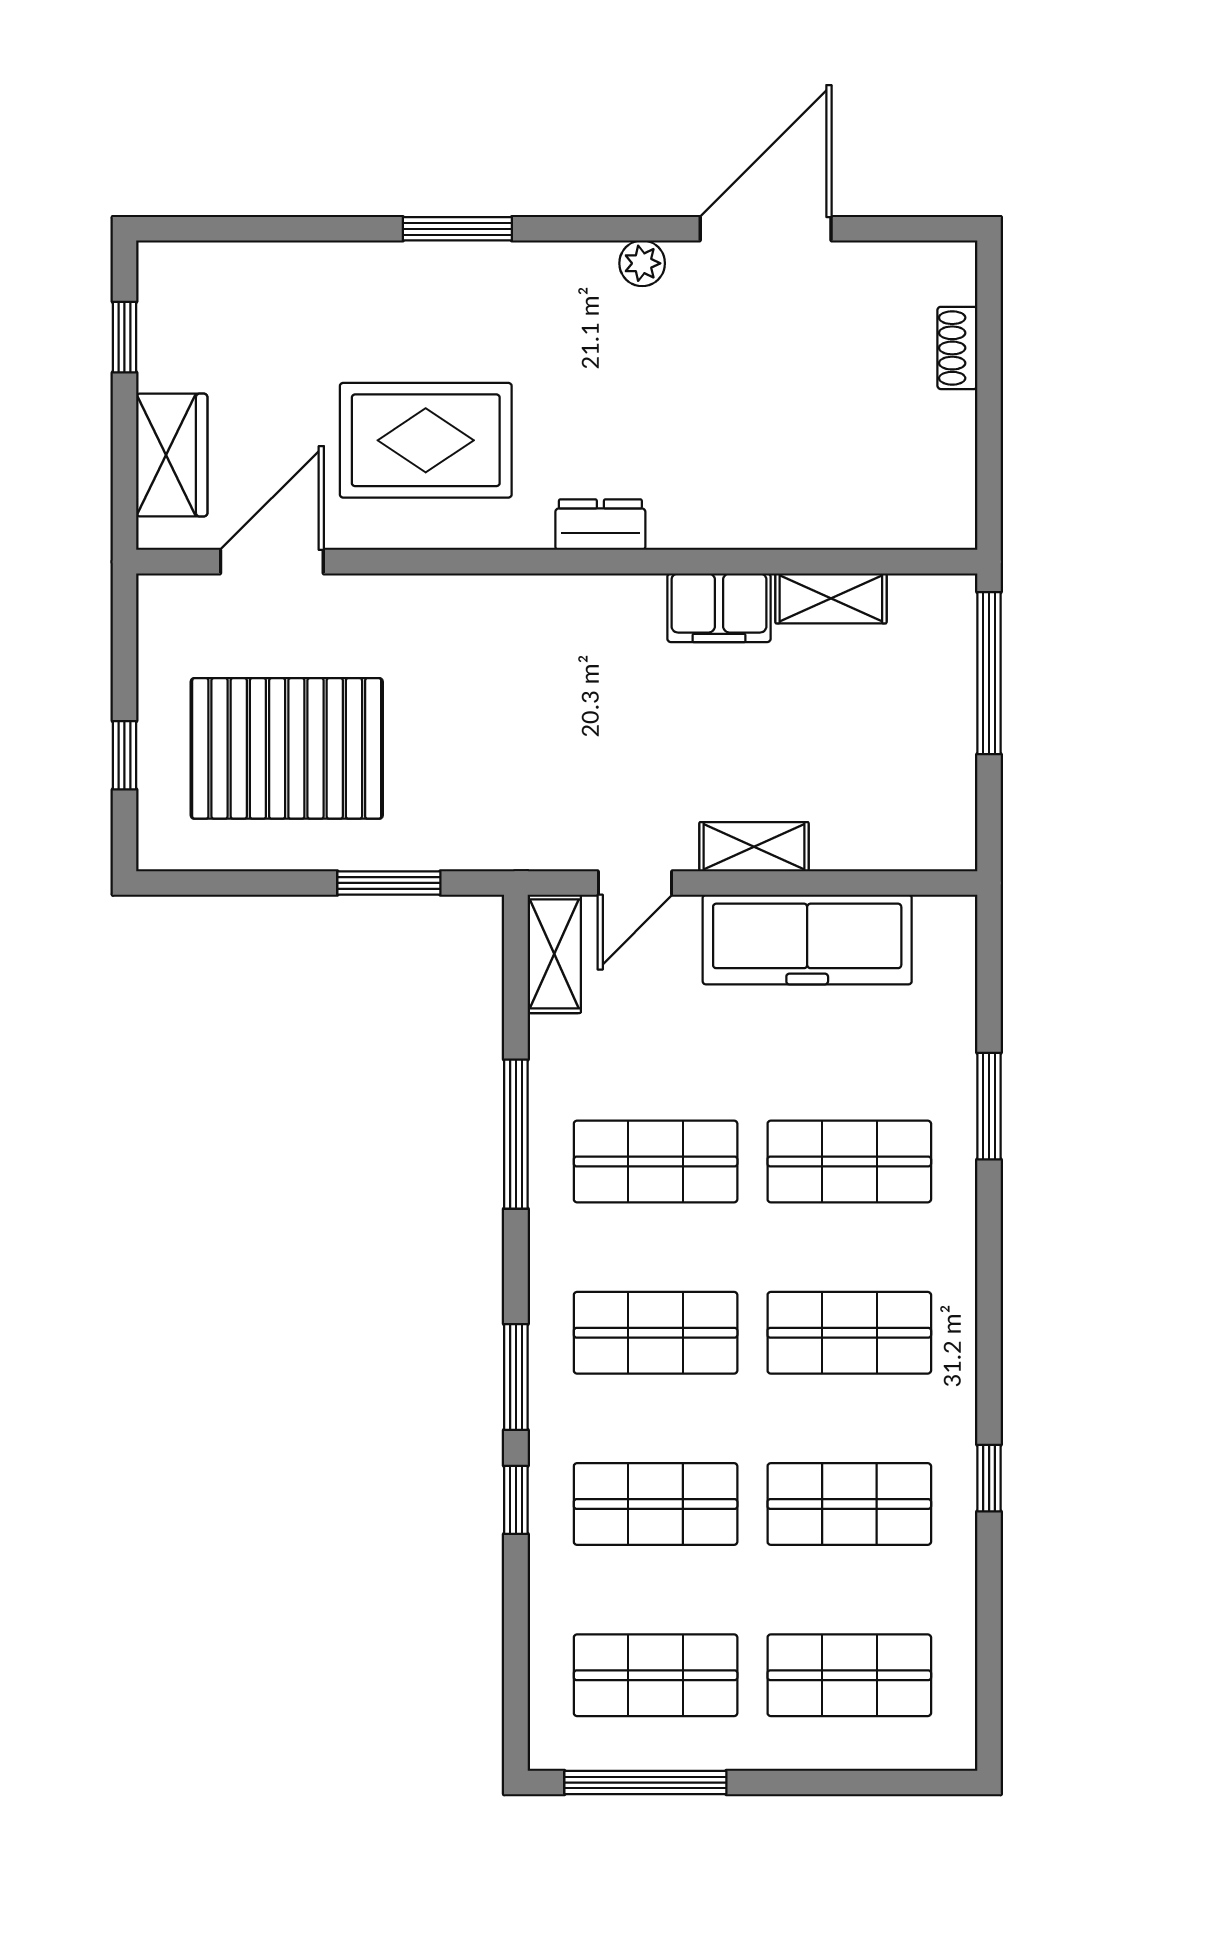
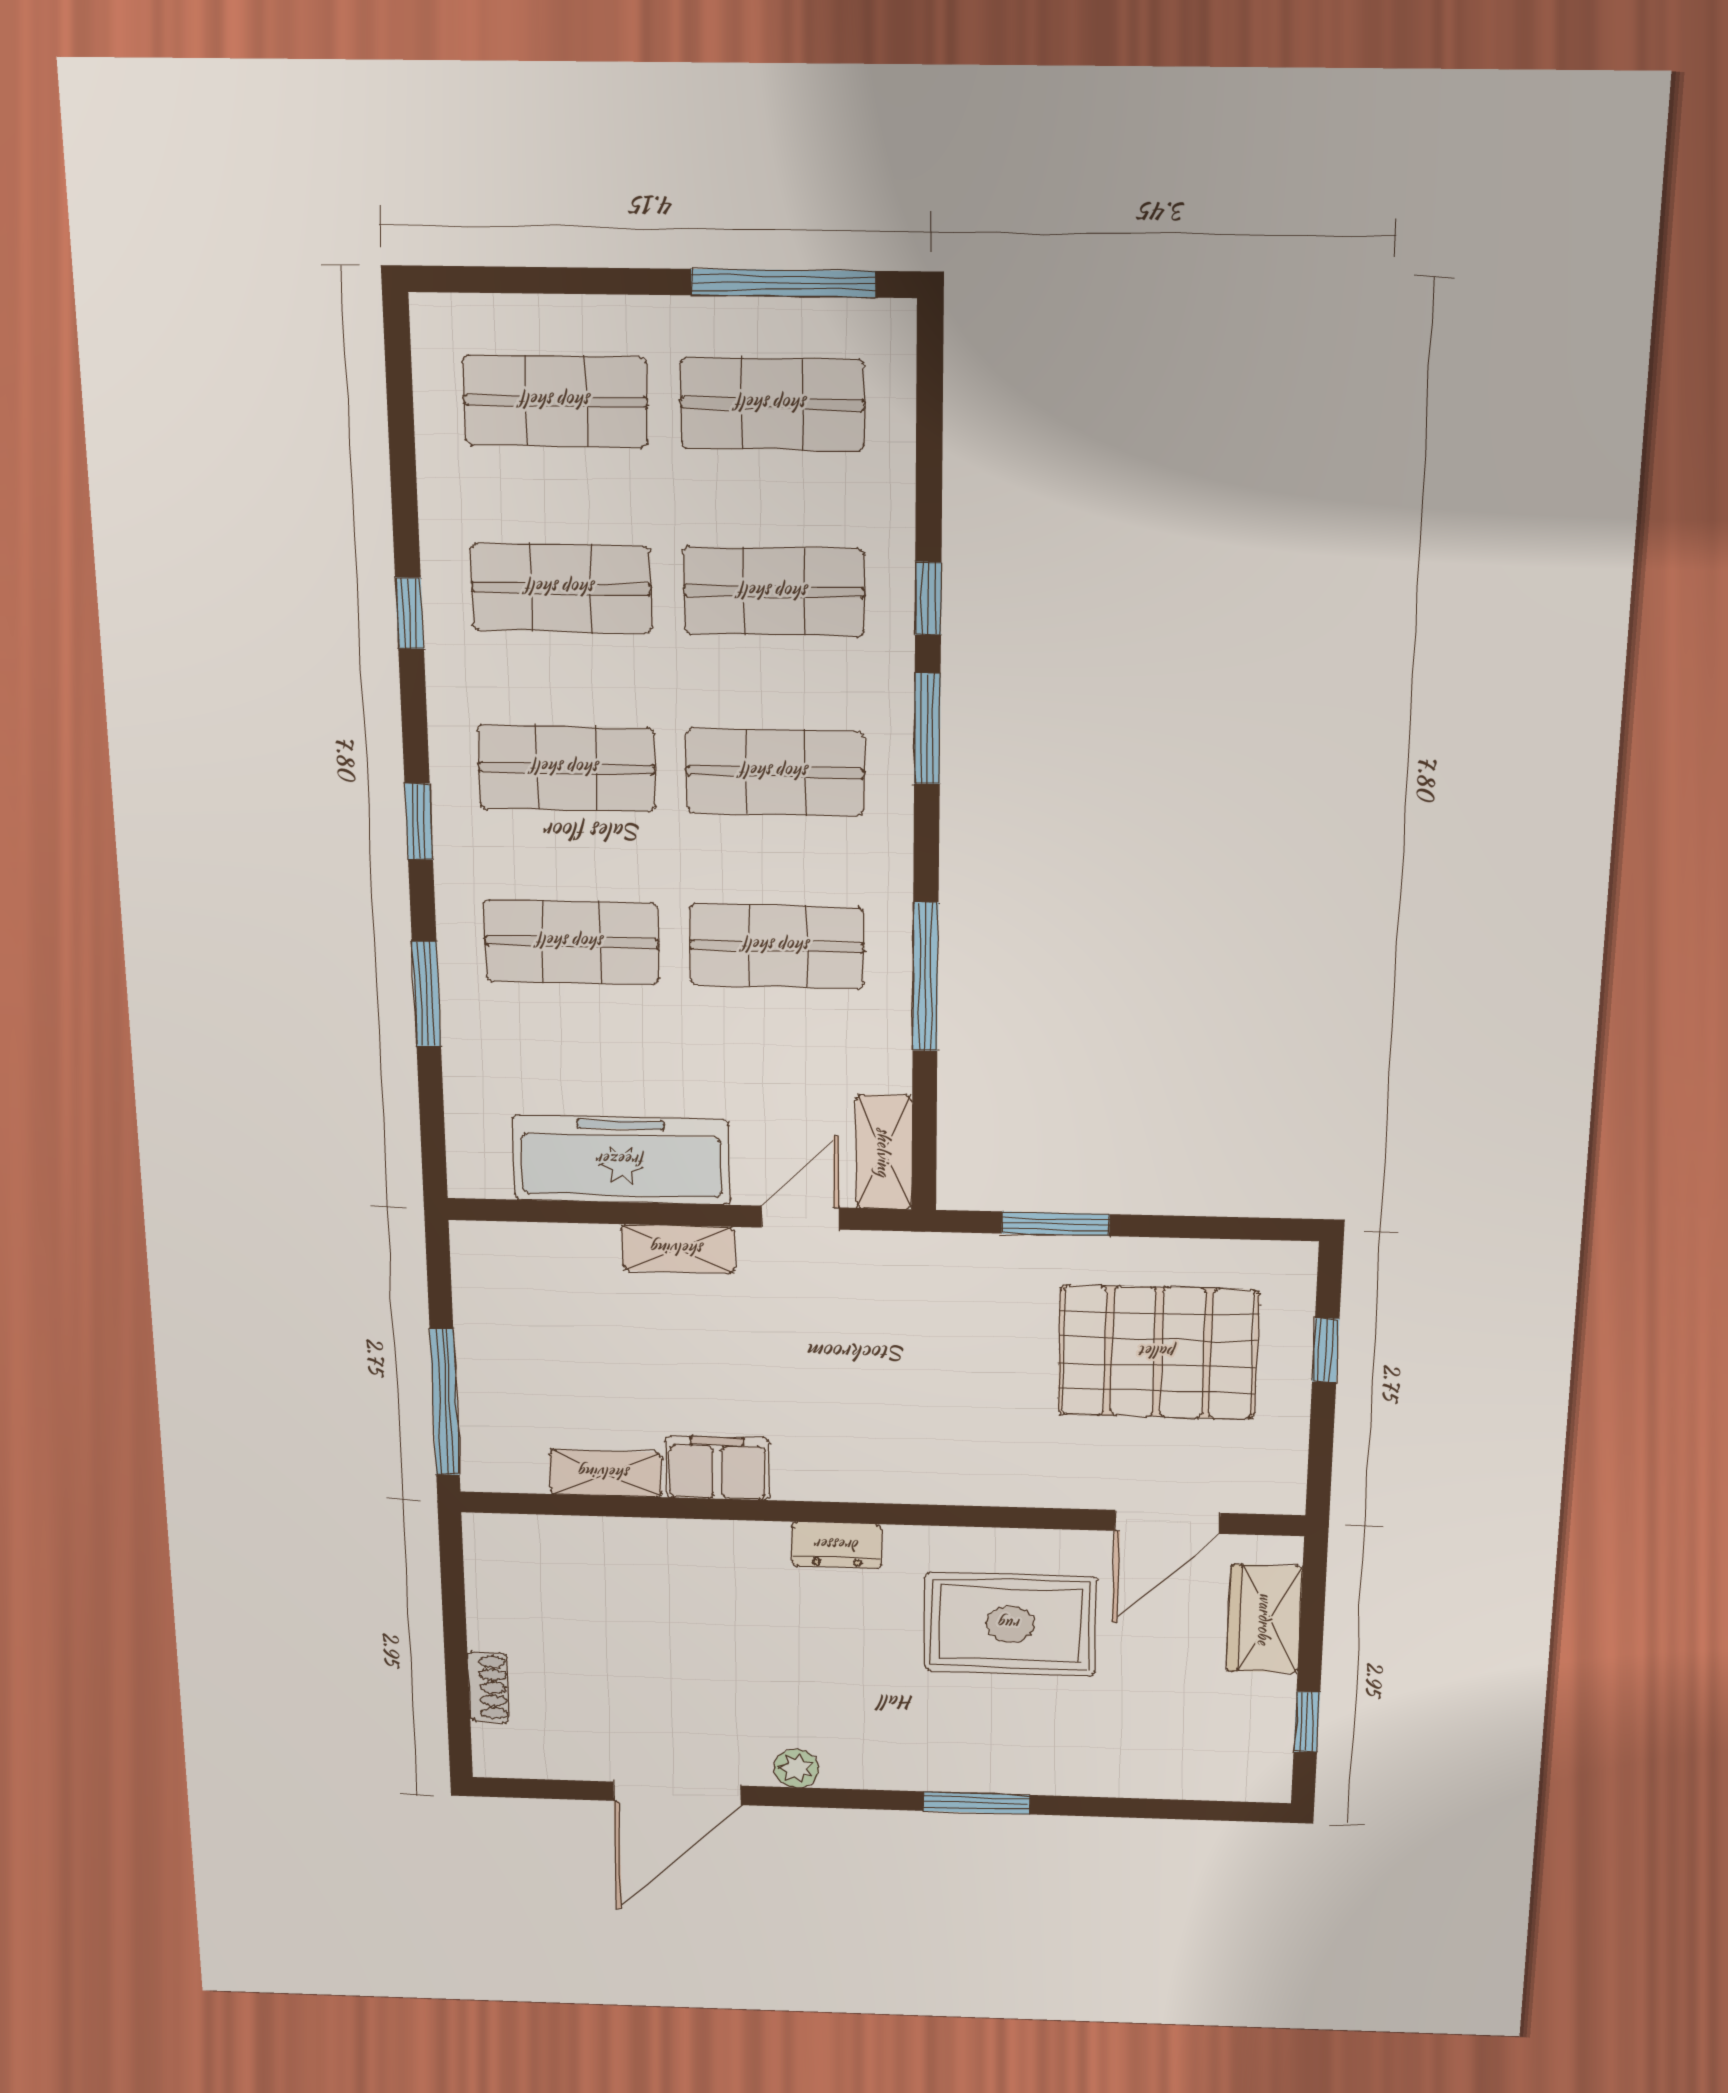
window: (989, 1278) -> (419, 822), added

